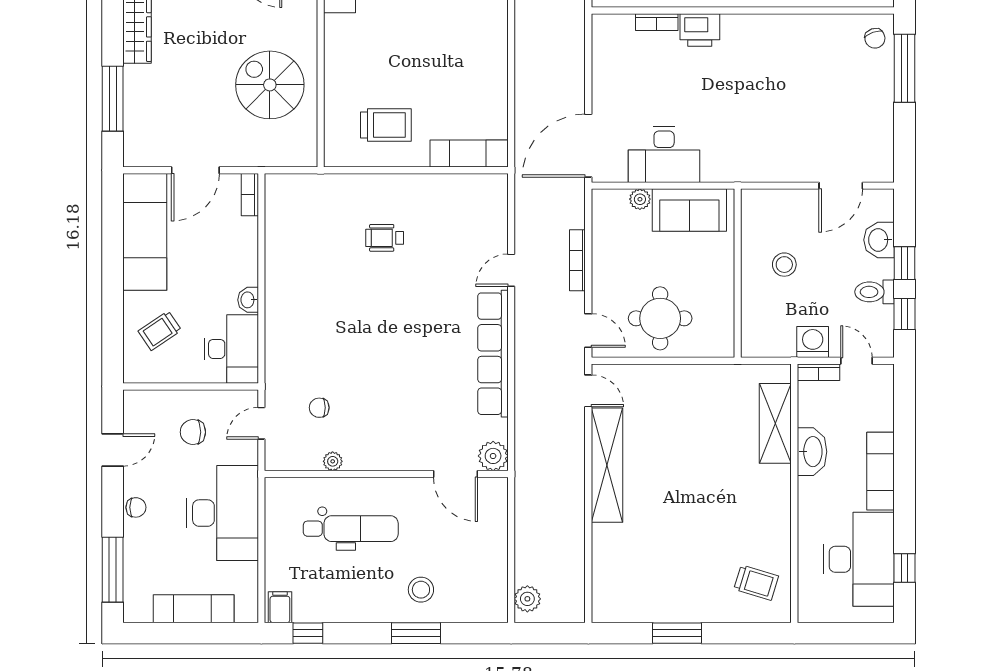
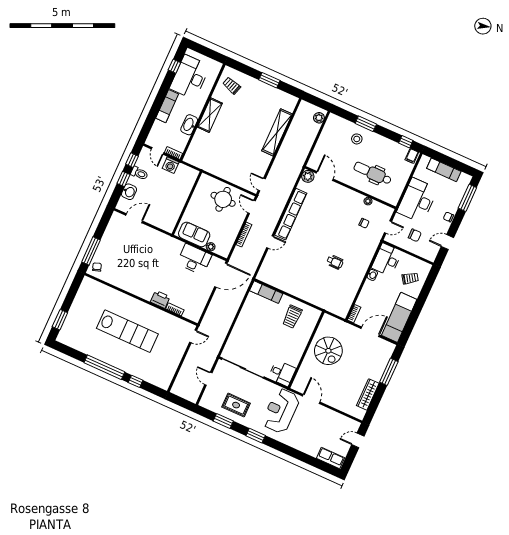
trolley: (386, 125) -> (292, 317), turned -90
wheelchair: (385, 238) -> (335, 262), moved
stool: (784, 265) -> (168, 198), removed
shelving: (775, 423) -> (210, 115), moved
shelving: (607, 465) -> (277, 132), moved

